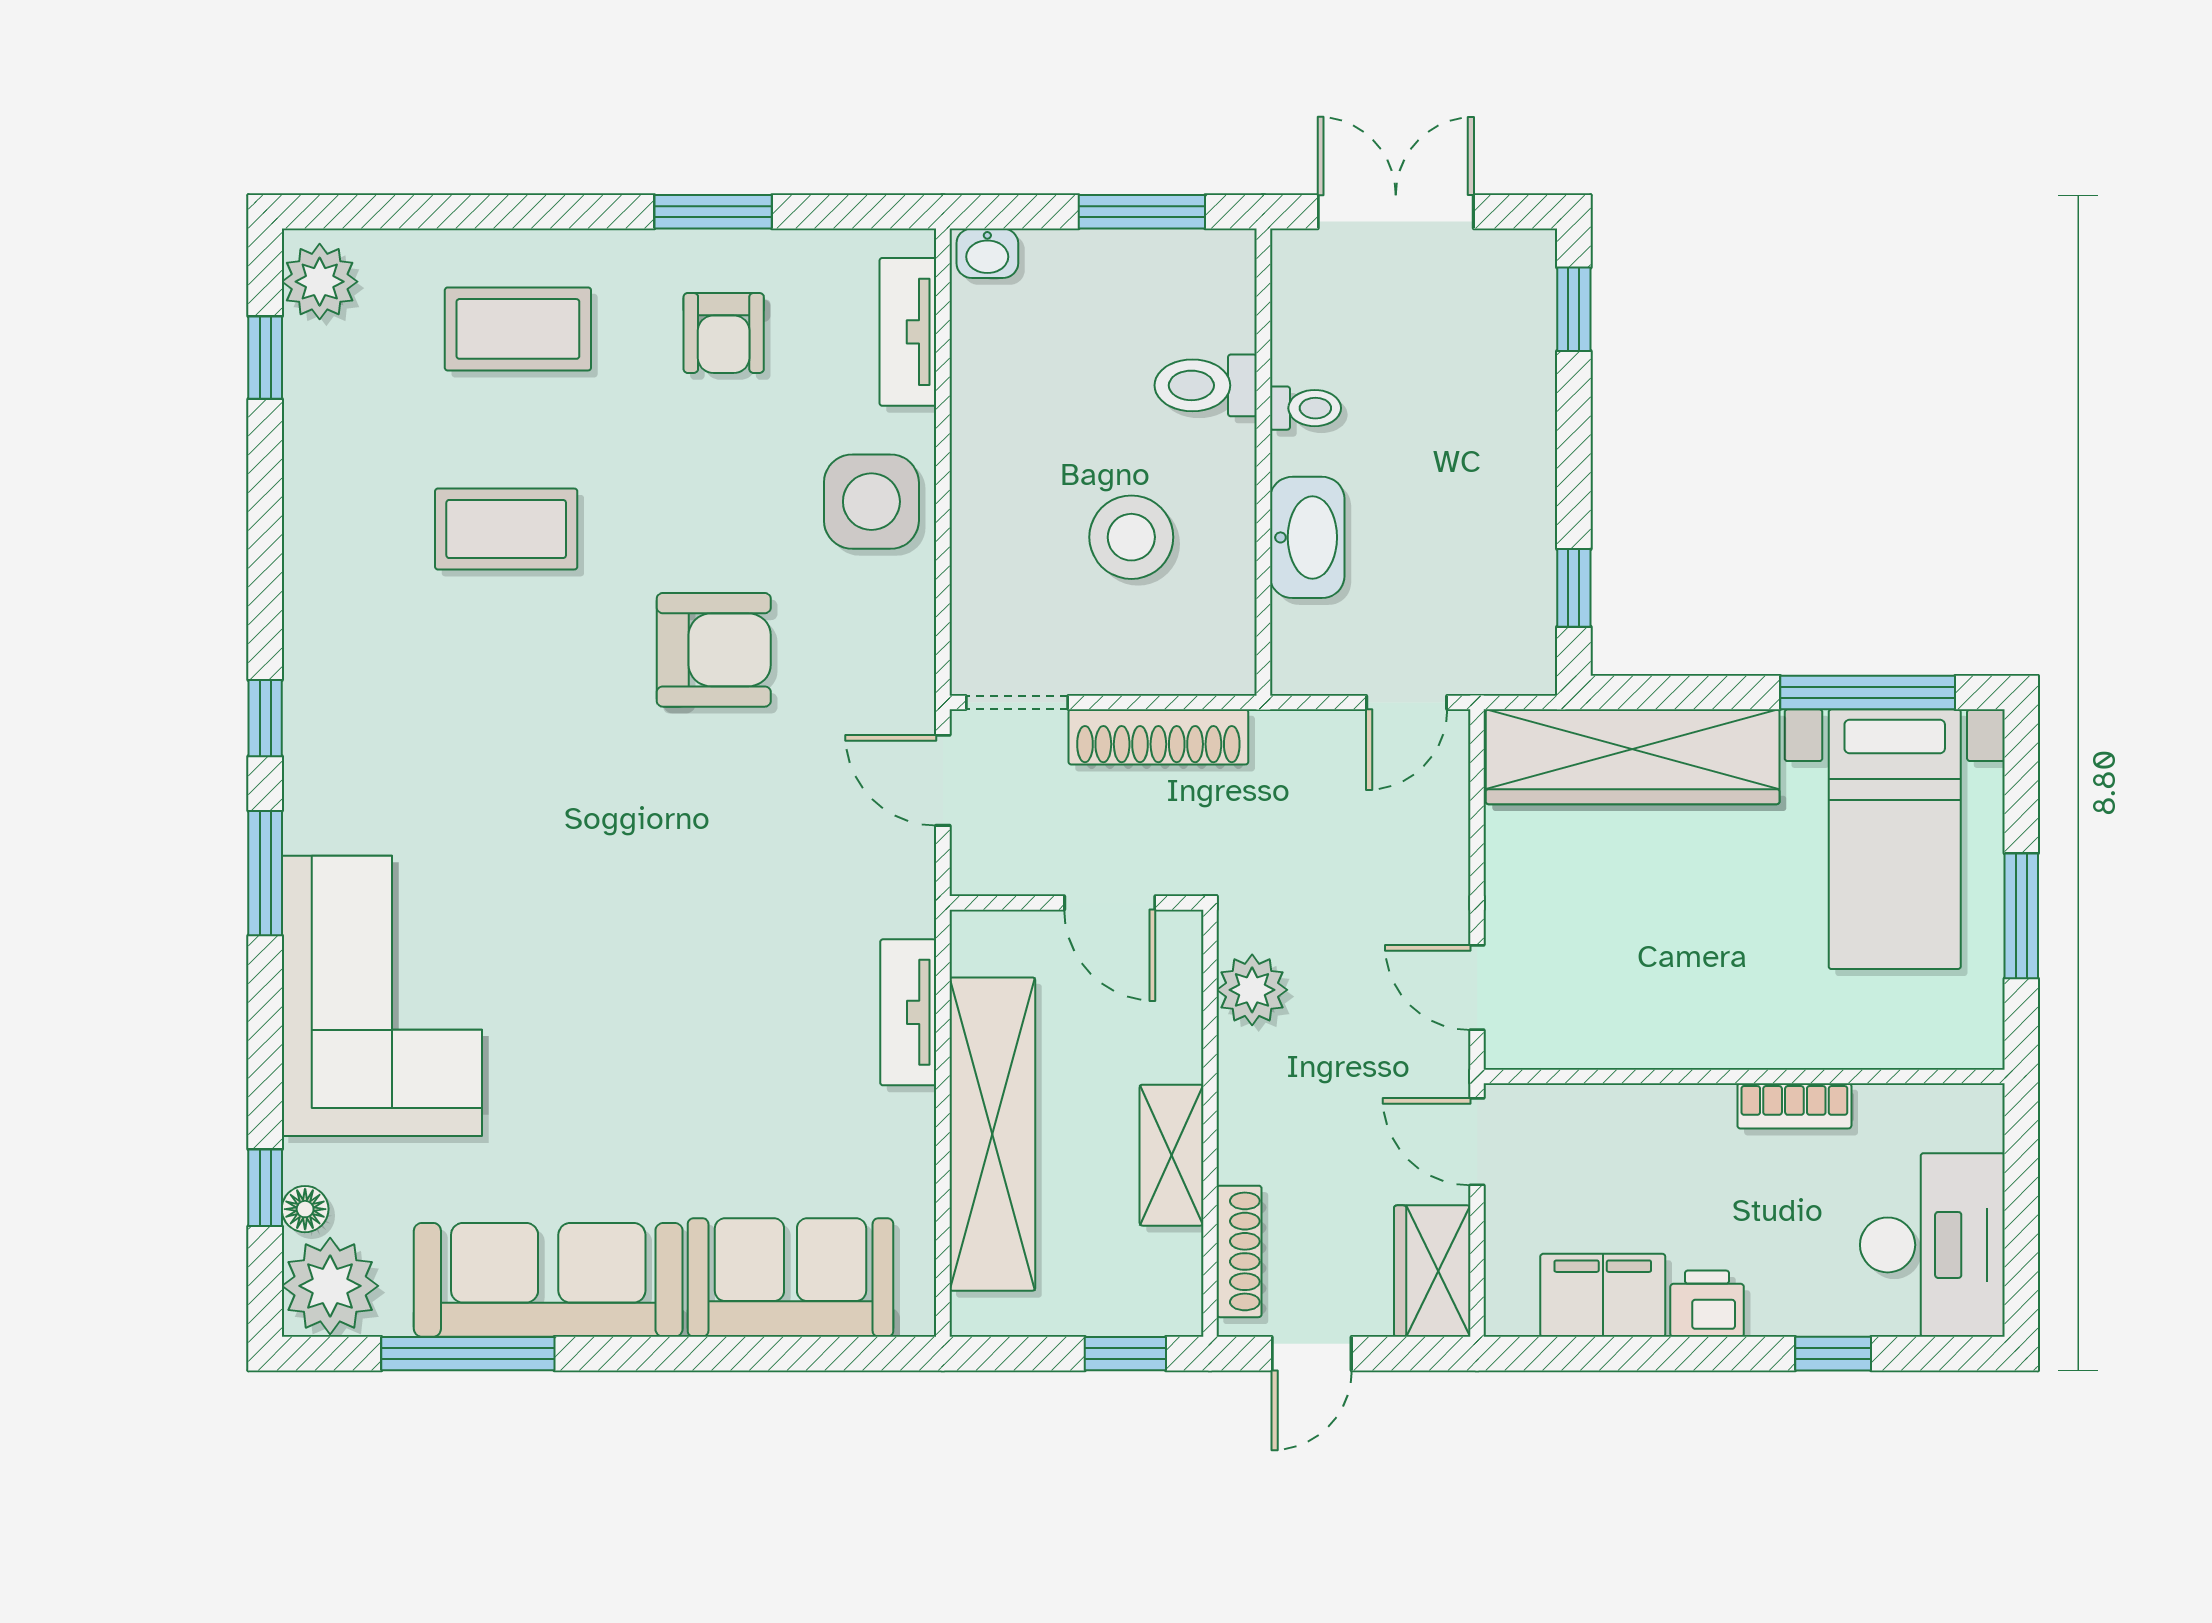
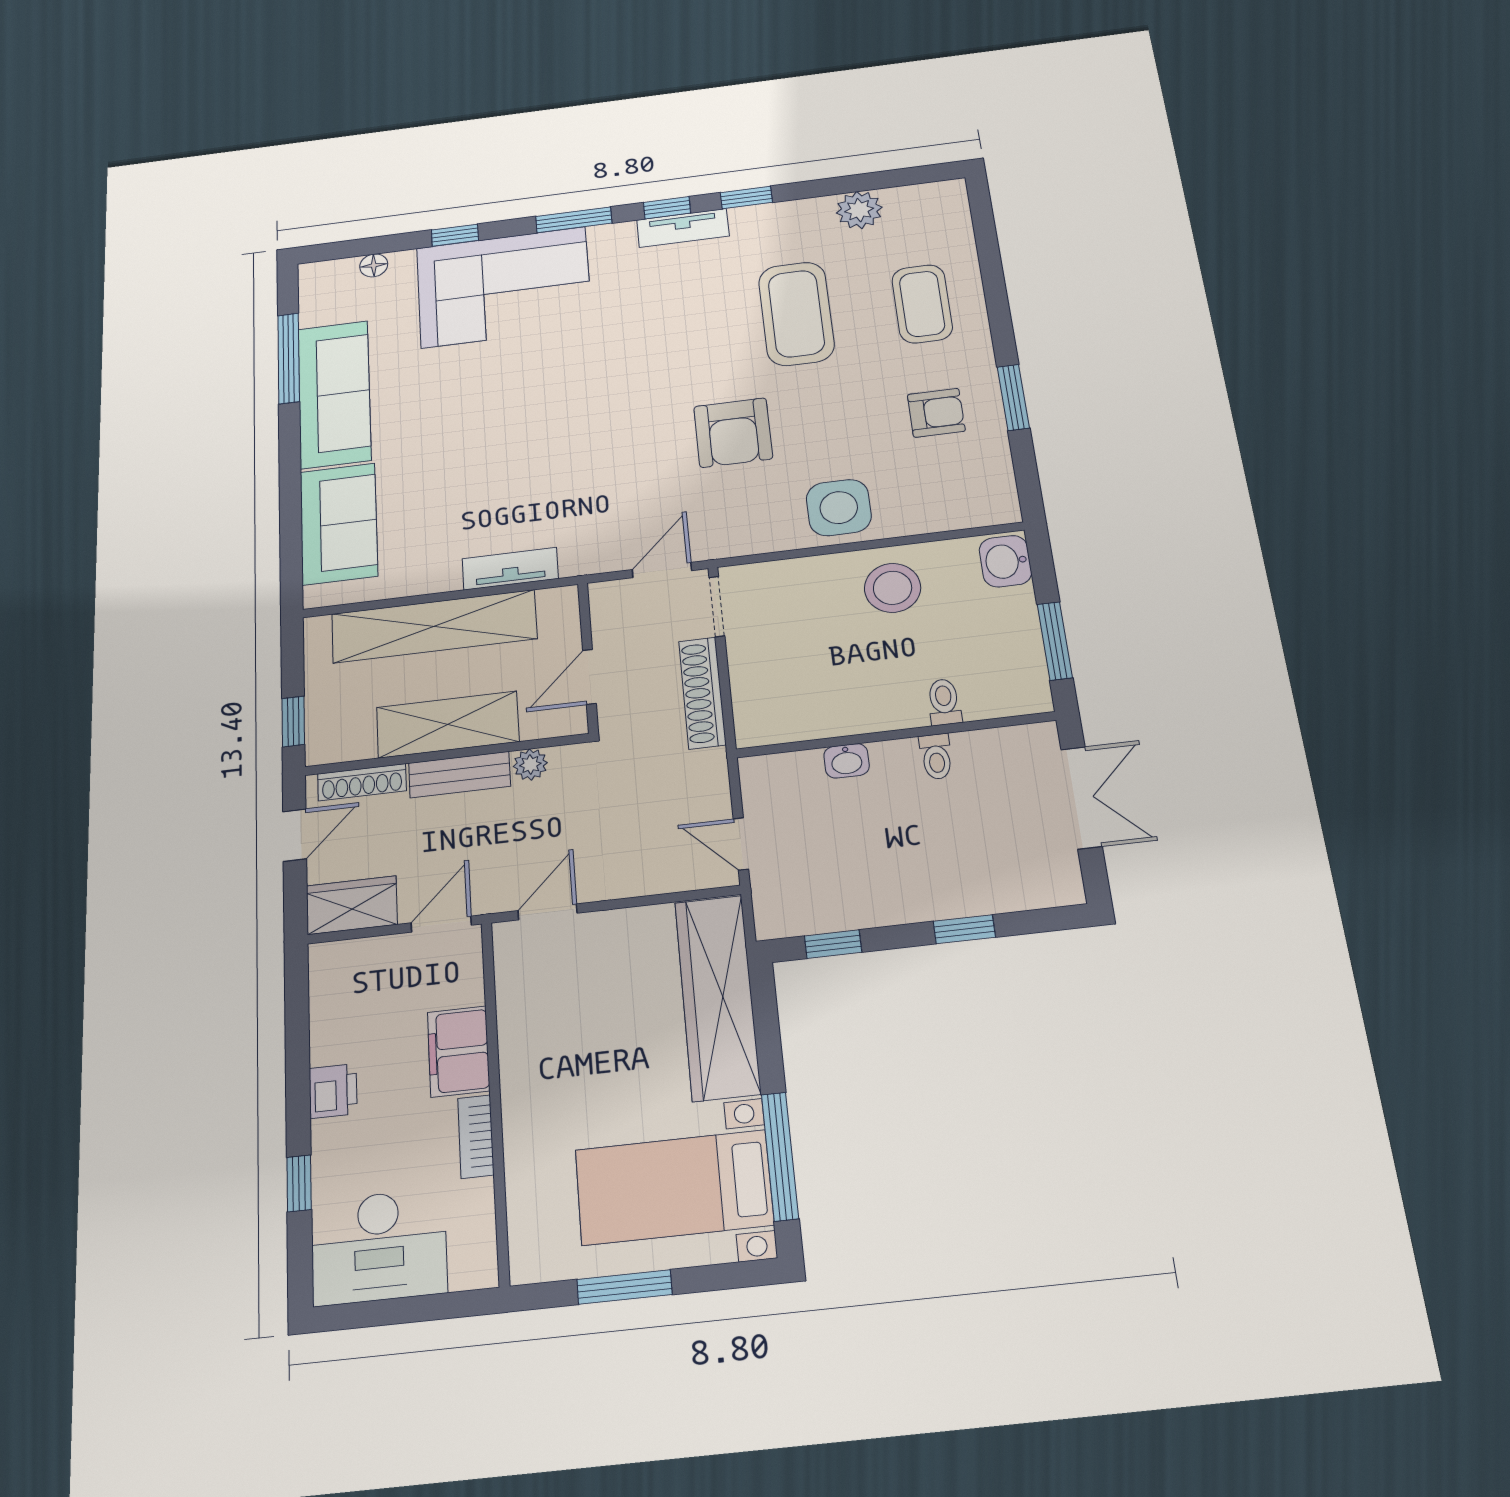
washbasin: (987, 253) -> (1005, 561), width x1.38, depth x1.45
plant: (320, 282) -> (859, 210), moved
window: (1574, 309) -> (964, 929), moved
tv unit: (908, 332) -> (683, 228), moved, turned 180
armchair: (724, 333) -> (936, 413), turned 180
window: (265, 358) -> (746, 197), moved
toilet: (1206, 385) -> (944, 702), width x0.73, depth x0.72
coffee table: (506, 529) -> (796, 314), width x1.36, depth x1.32
stool: (1131, 537) -> (893, 588), moved
washbasin: (1307, 537) -> (847, 761), width x0.52, depth x0.69
plant: (1252, 990) -> (530, 765), width x0.73, depth x0.73
bench: (1245, 1105) -> (459, 775), added
shelving: (1172, 1155) -> (448, 725), width x1.50, depth x1.33
window: (265, 1188) -> (455, 235), moved
plant: (330, 1286) -> (328, 284), removed
filing cabinet: (1603, 1295) -> (459, 1051), moved, turned 180
door: (1312, 1354) -> (295, 835), swing flipped

